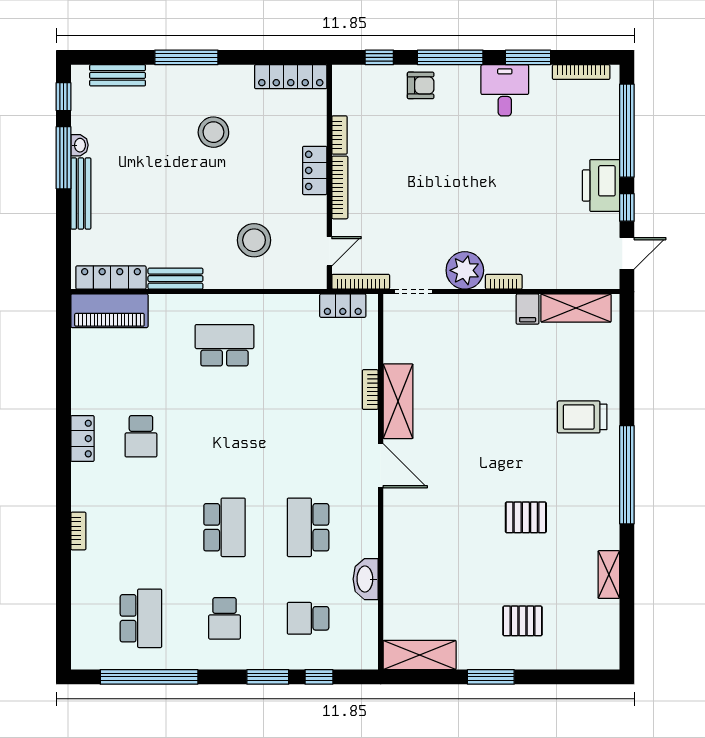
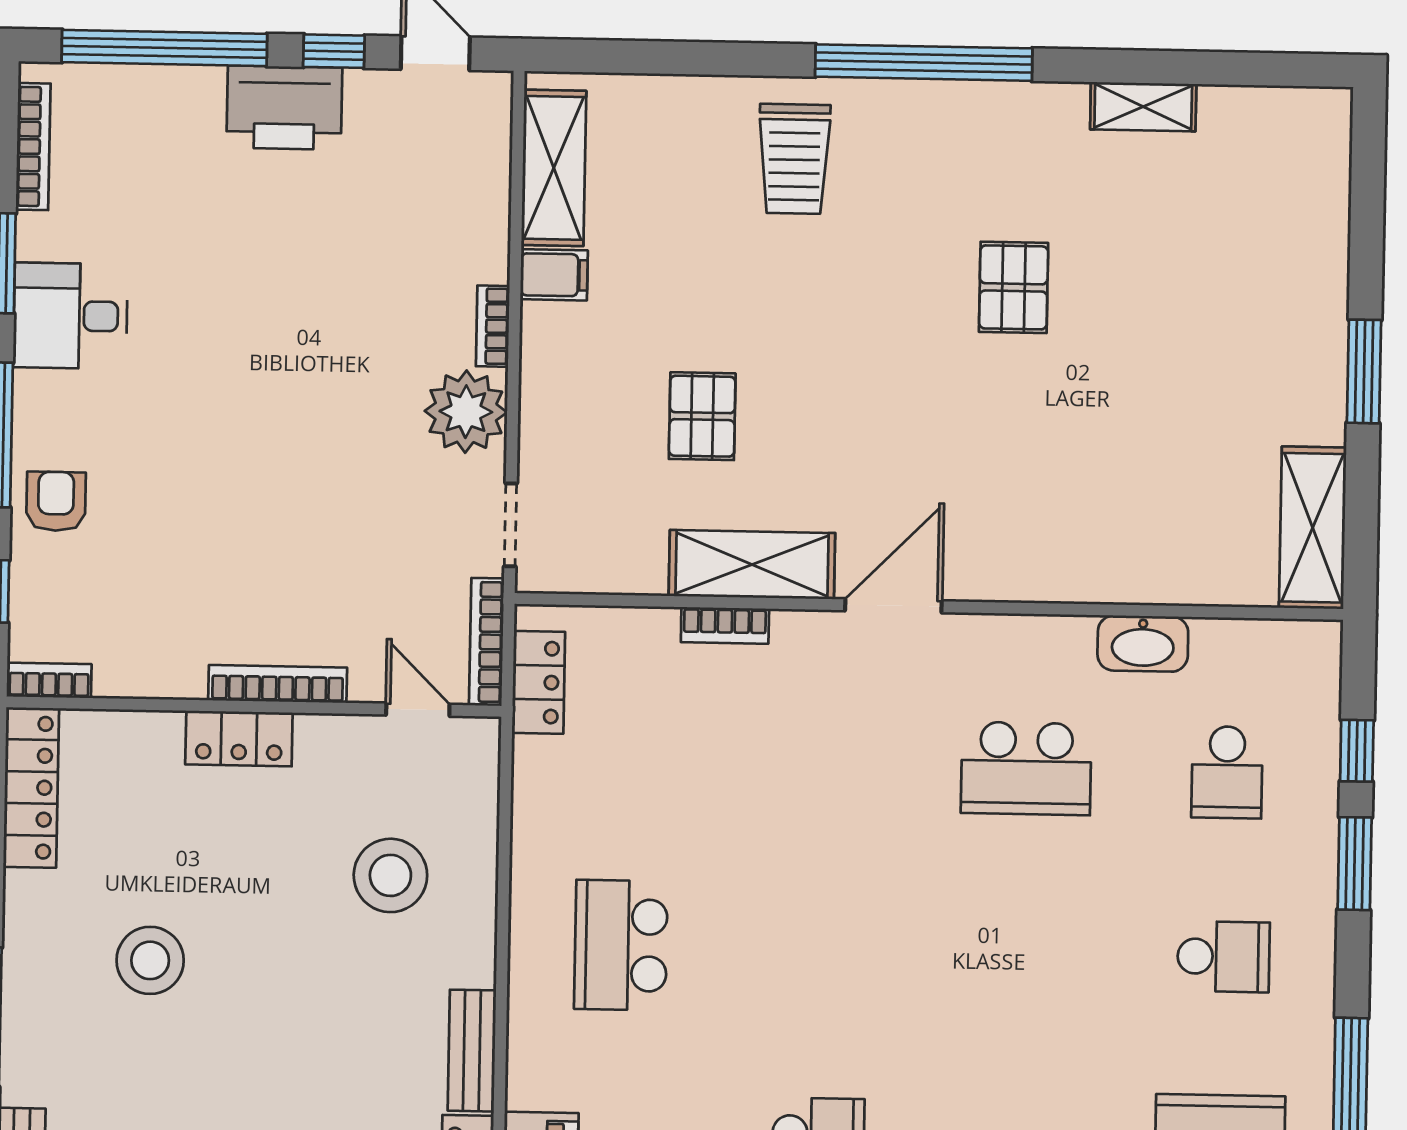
bookcase: (339, 135) -> (49, 680), moved
school desk: (224, 527) -> (1023, 953), removed
pallet: (522, 621) -> (702, 416), moved

